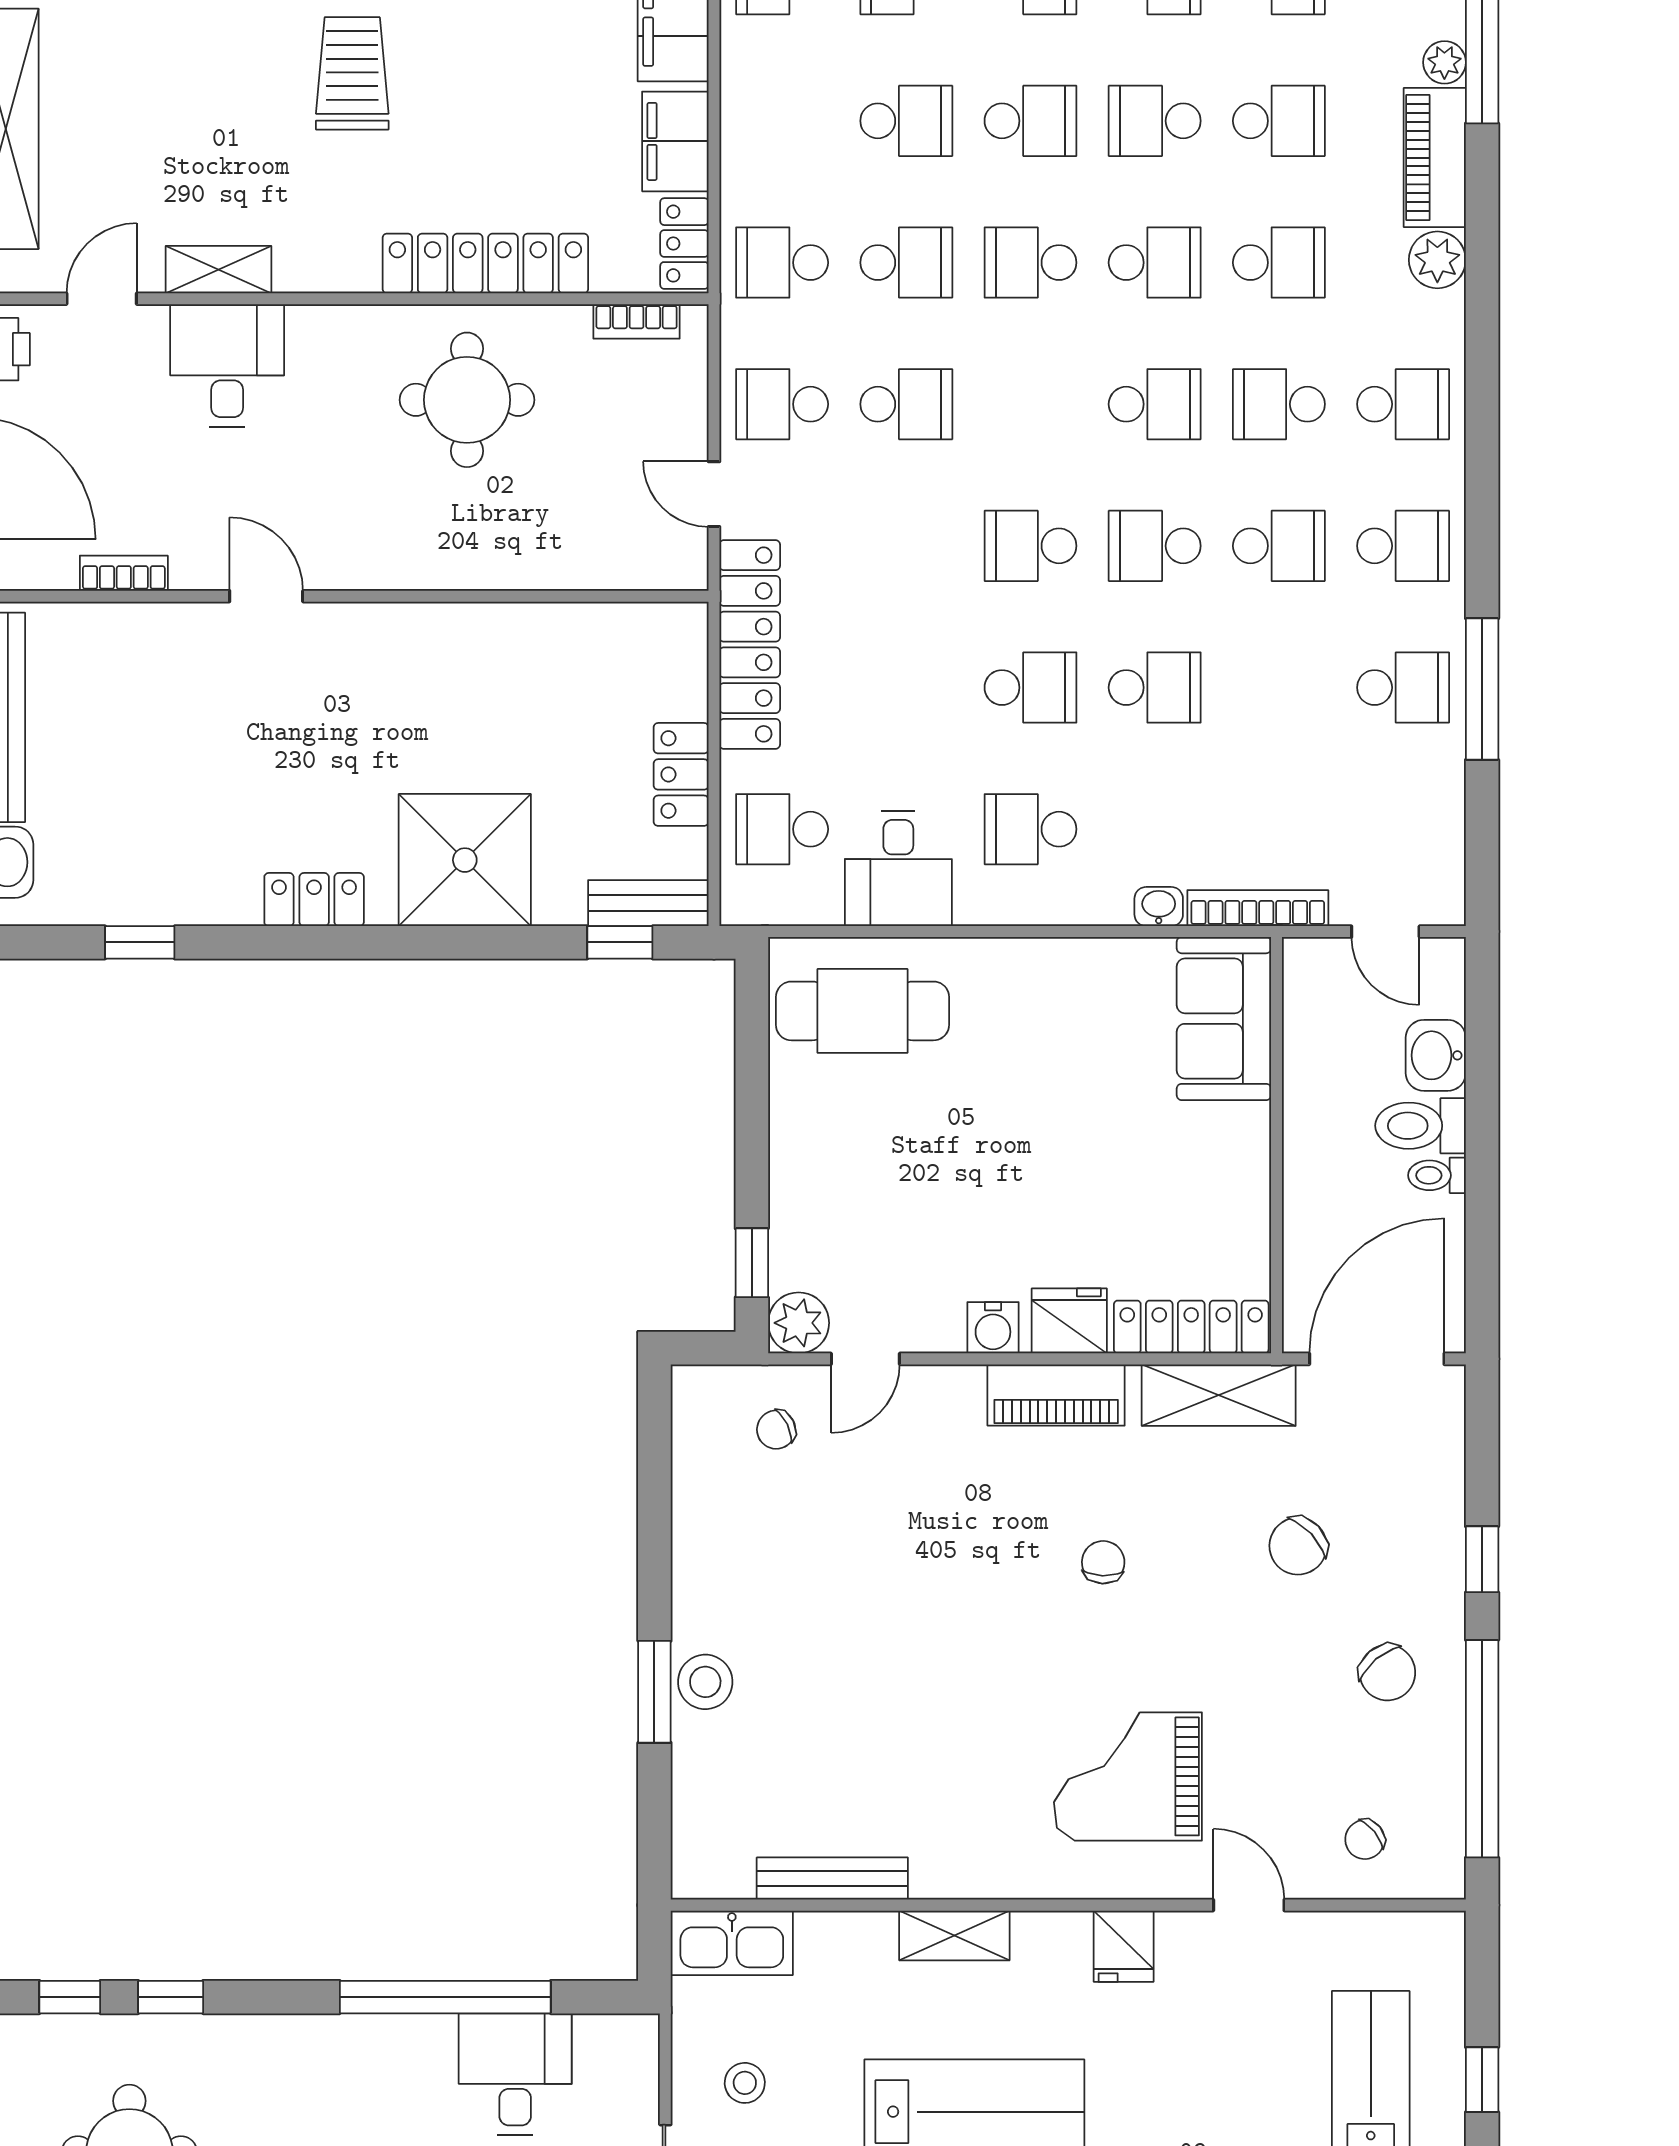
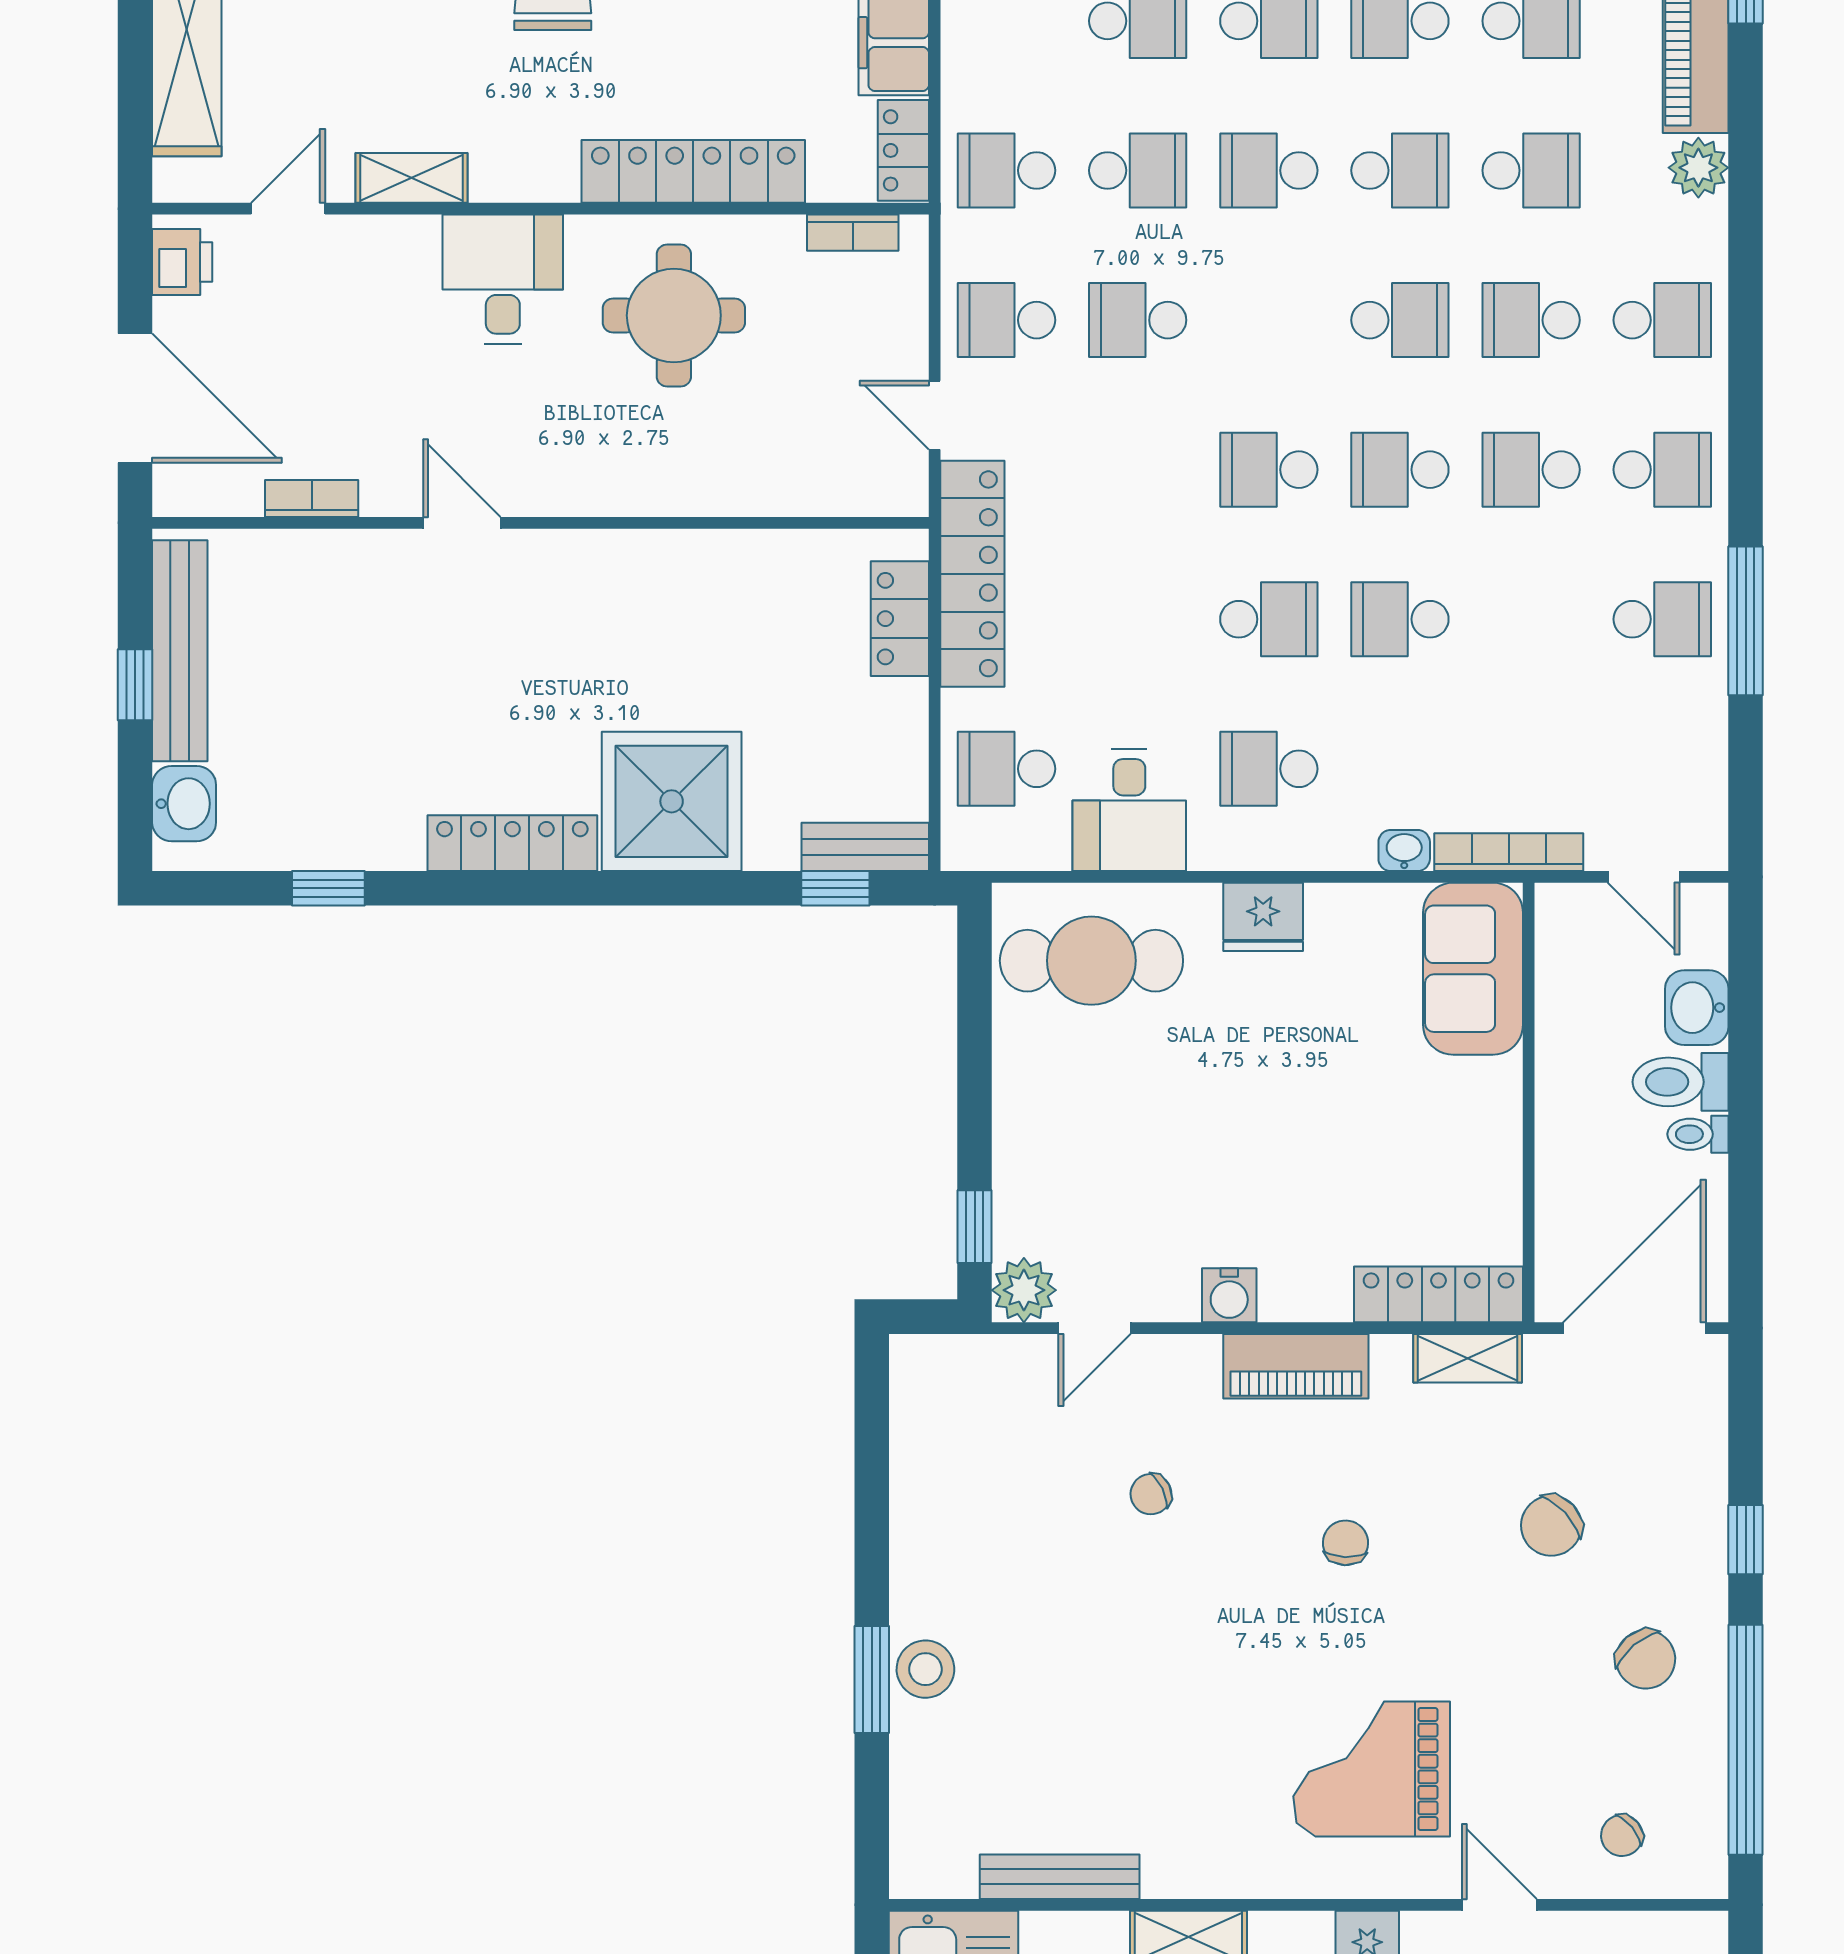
desk: (227, 366) -> (503, 279), moved
school desk: (906, 404) -> (1138, 320), turned 180
school desk: (1279, 546) -> (1531, 470), turned 180
school desk: (1155, 688) -> (1400, 619), turned 180
locker: (681, 774) -> (900, 619), moved
locker: (314, 900) -> (512, 843), width x1.53
fridge: (1069, 1321) -> (1263, 917), moved, turned 180
shelving: (1219, 1395) -> (1468, 1358), width x0.67, depth x0.75
chair: (776, 1430) -> (1151, 1494), moved

